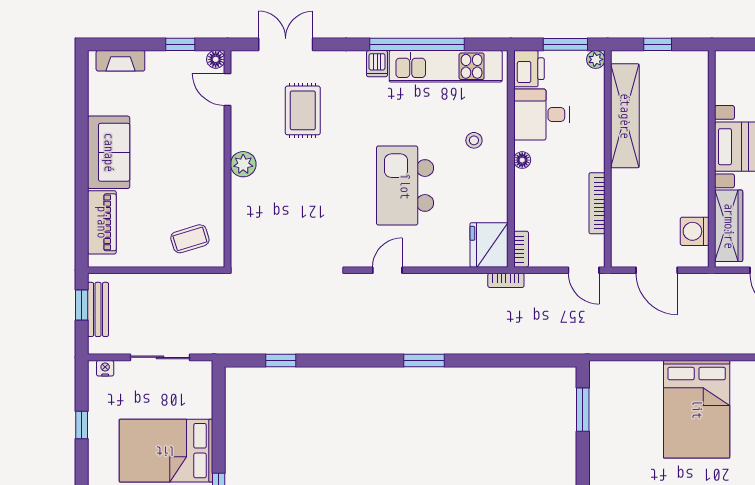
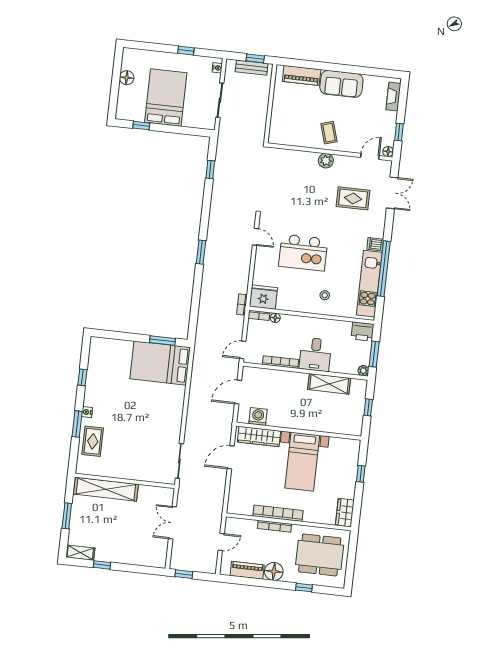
desk: (541, 115) -> (315, 354), moved, turned 180
shelving: (625, 116) -> (329, 384), width x0.68
floor lamp: (522, 160) -> (275, 318), moved
kitchen island: (405, 186) -> (303, 253), turned 180
coffee table: (190, 239) -> (329, 133), moved
bed: (697, 409) -> (160, 363), moved

